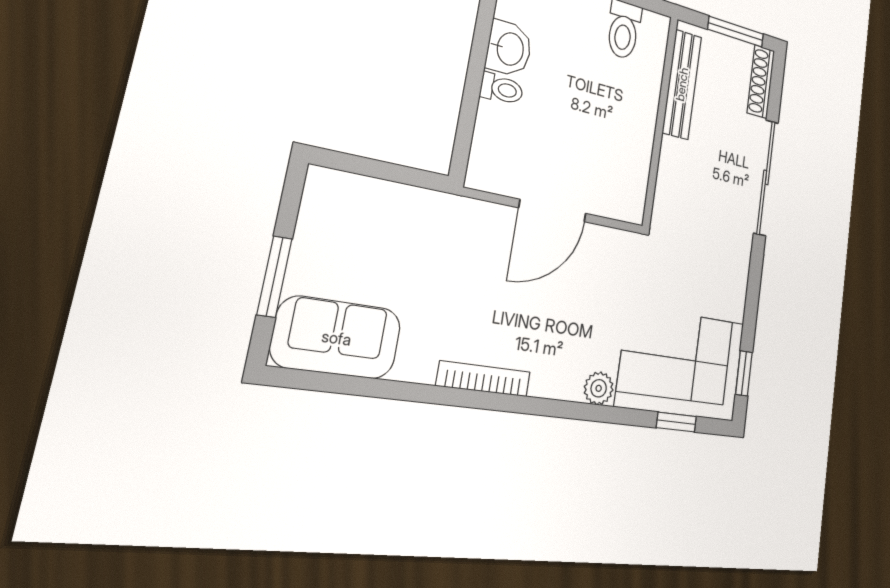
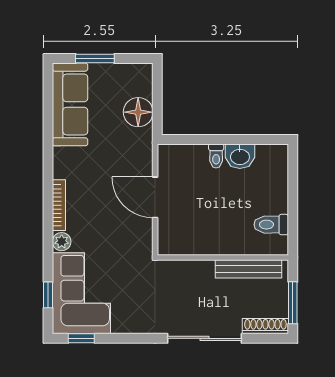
floor lamp: (399, 211) -> (138, 112), added
sofa: (337, 338) -> (70, 104), width x1.36
bookcase: (484, 379) -> (59, 205), moved

